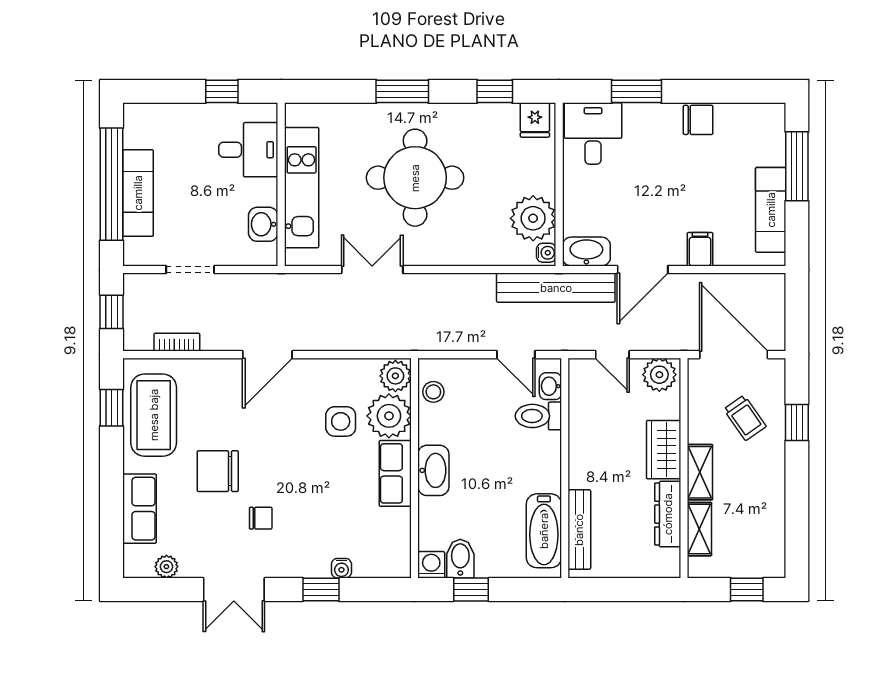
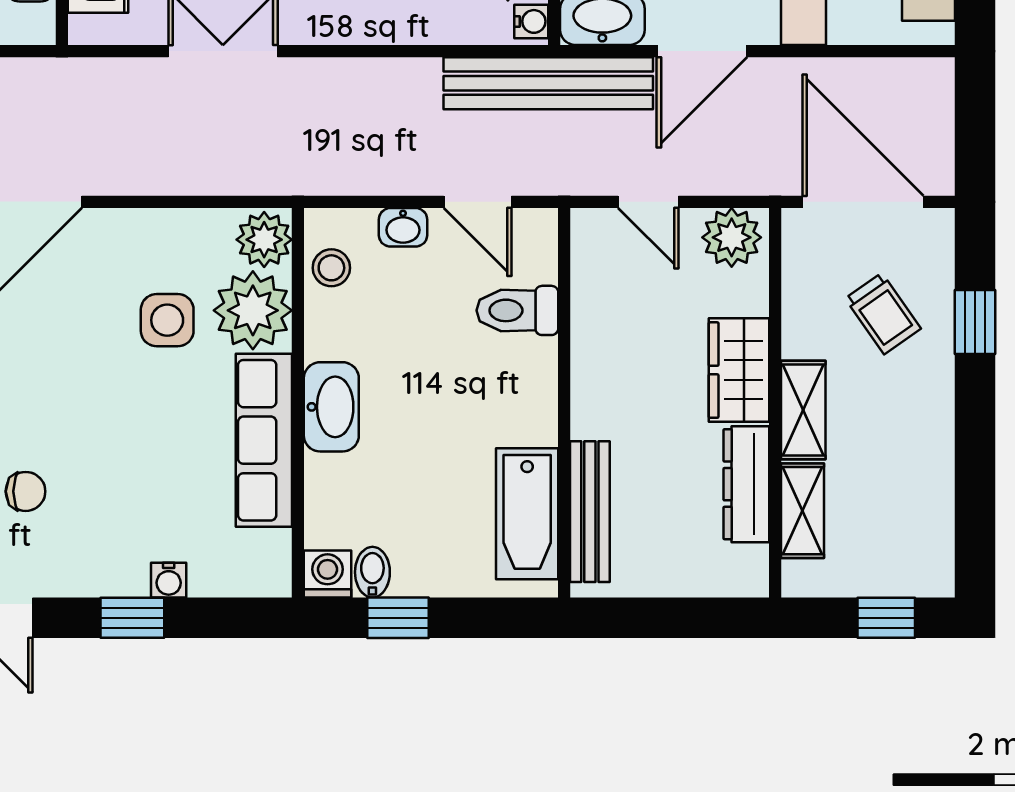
washbasin: (550, 386) -> (403, 227), moved, turned -90
row of seats: (395, 473) -> (264, 440), width x1.48
bidet: (460, 559) -> (372, 572), width x0.72, depth x0.74

